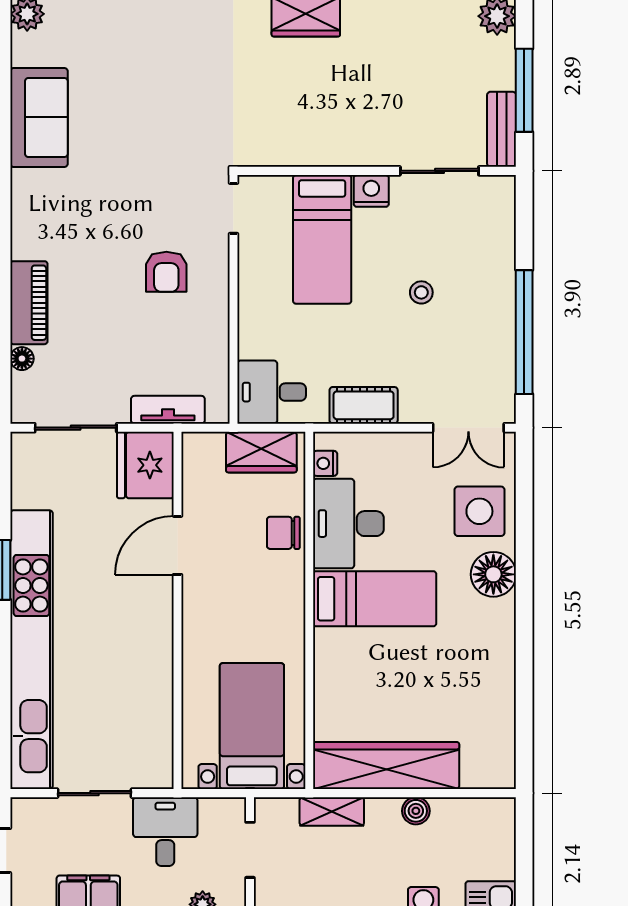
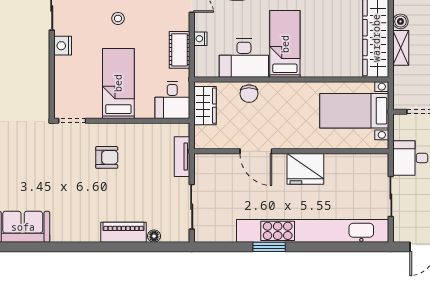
bed: (322, 239) -> (118, 83), moved, turned -90
nightstand: (325, 463) -> (200, 39), moved, turned 90
fridge: (145, 465) -> (305, 169), moved
shelving: (332, 812) -> (401, 48), moved

